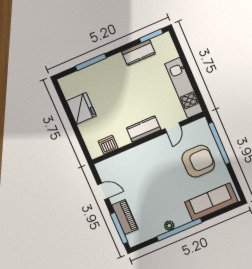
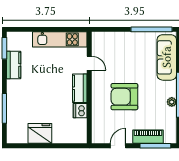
window: (219, 143) -> (151, 29), moved
dishwasher: (108, 145) -> (80, 111), moved
armchair: (198, 161) -> (124, 97), moved, turned -90

